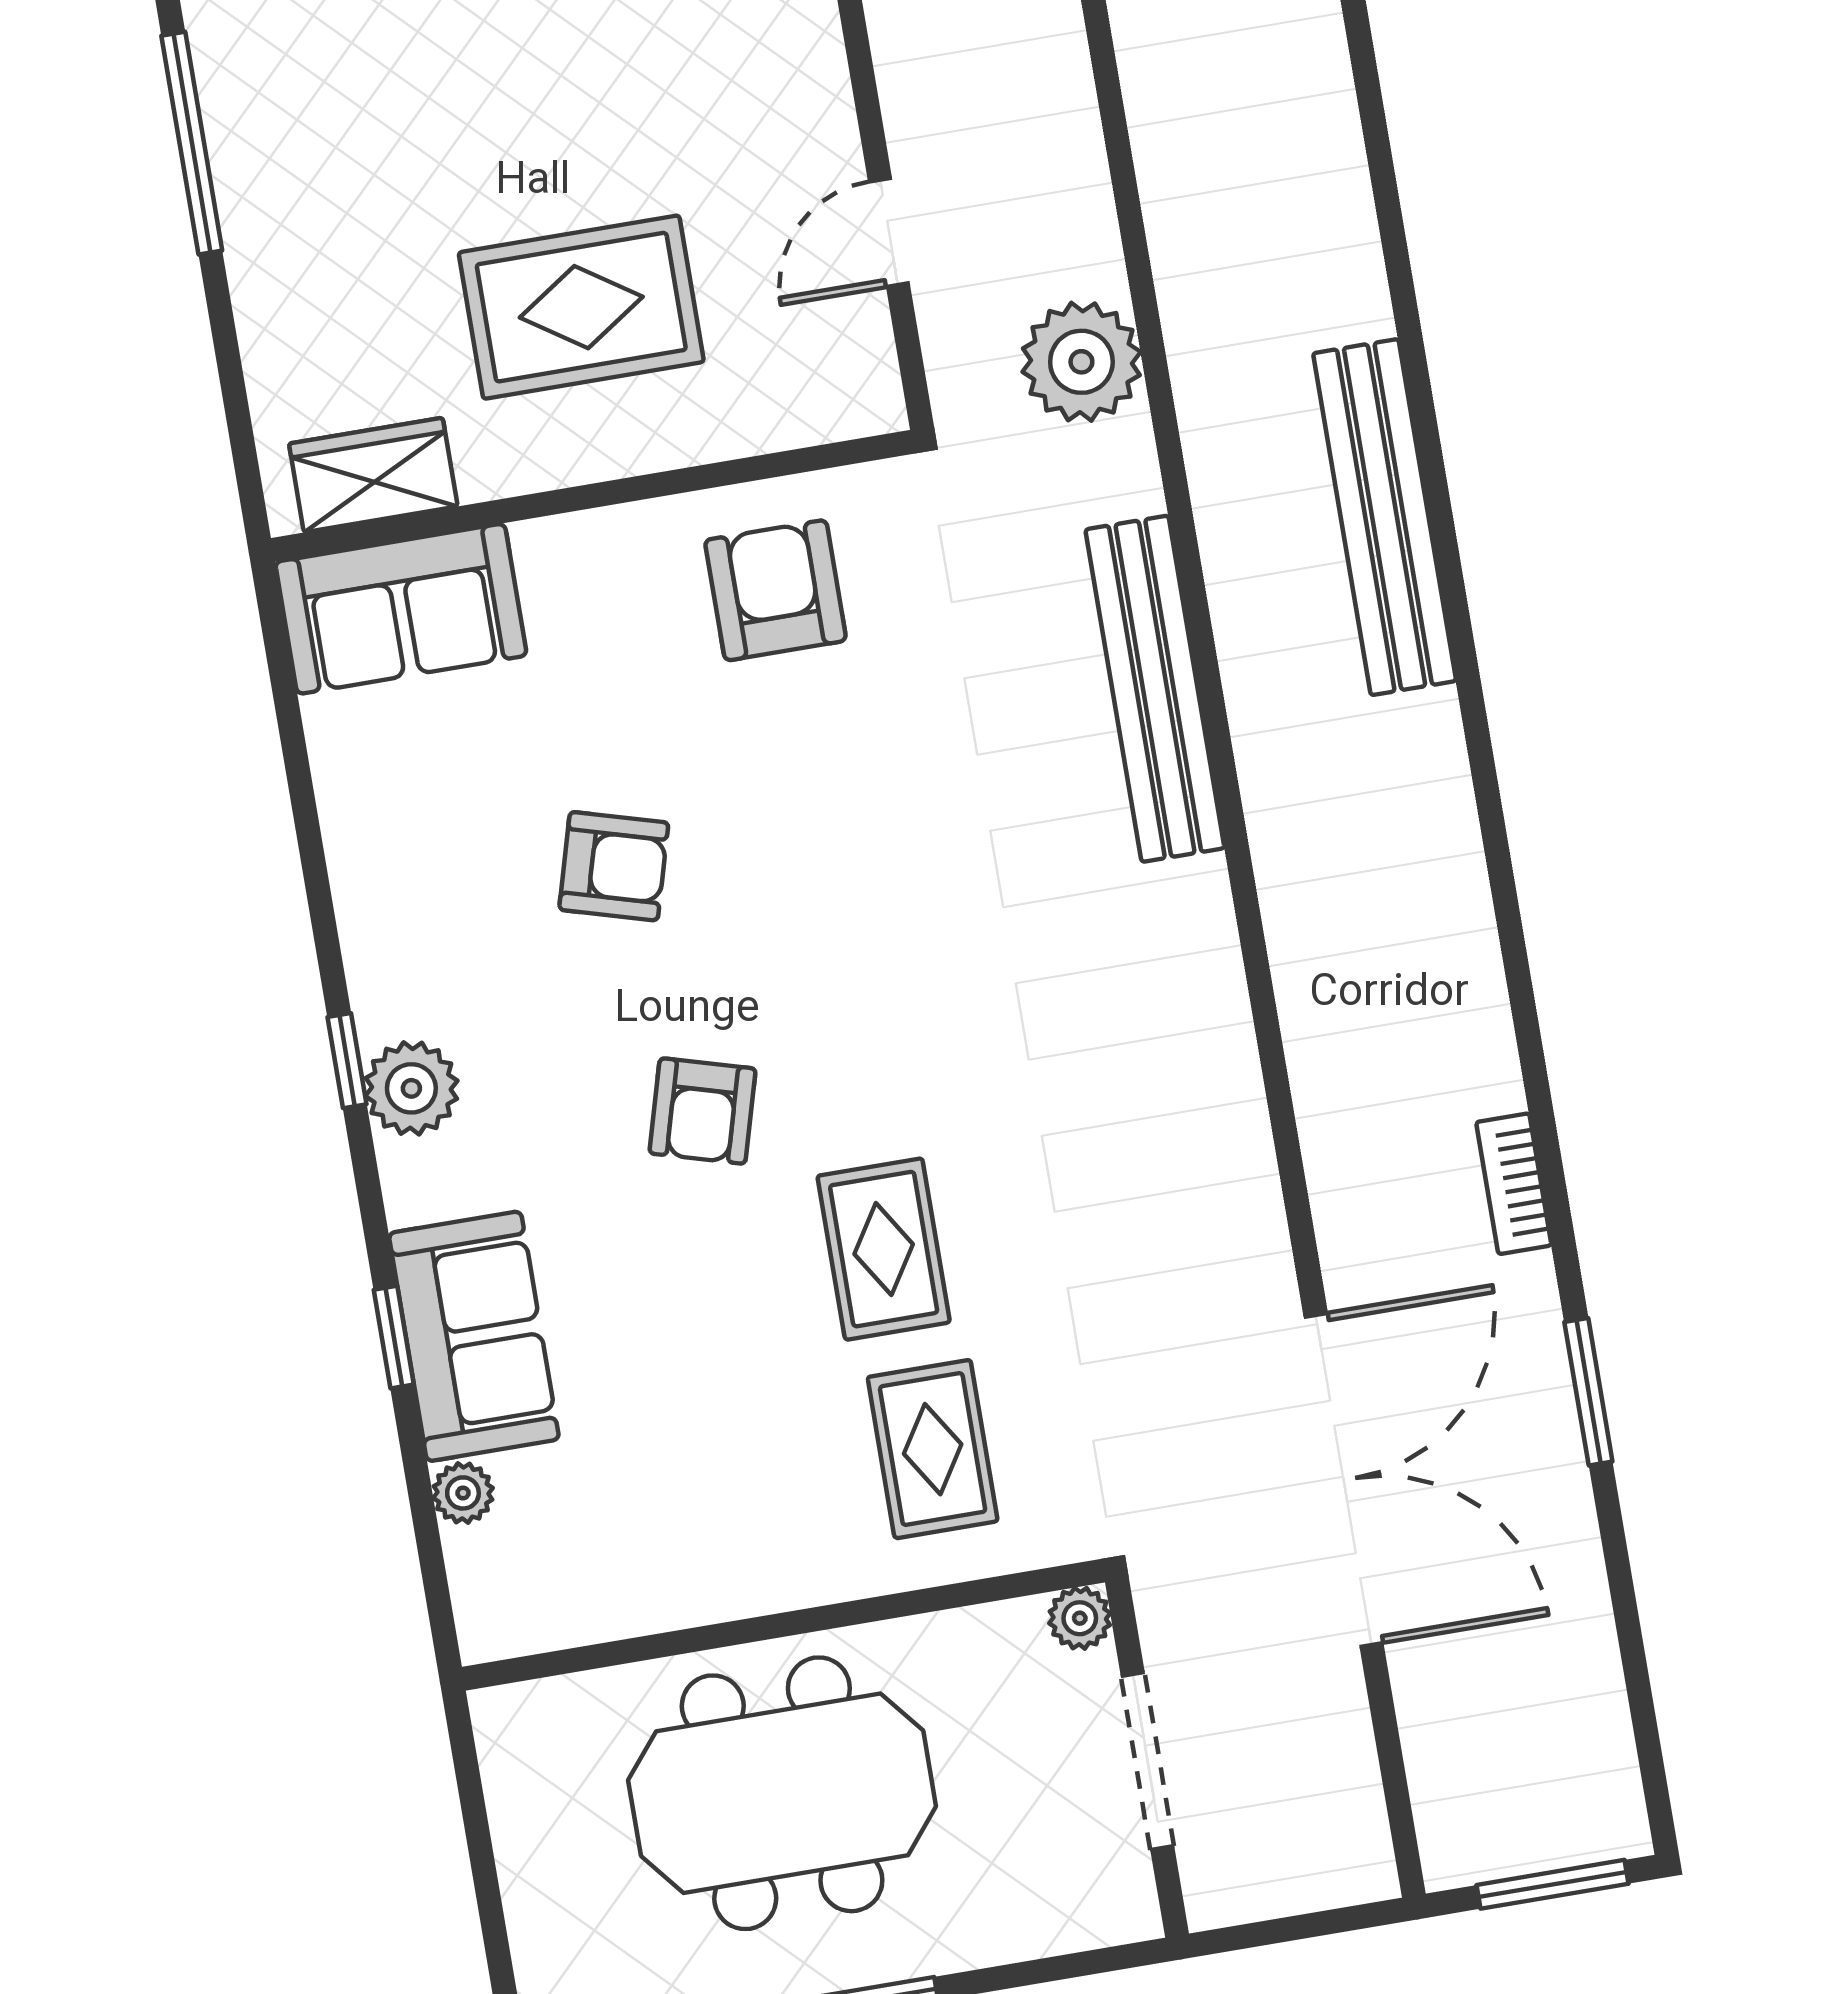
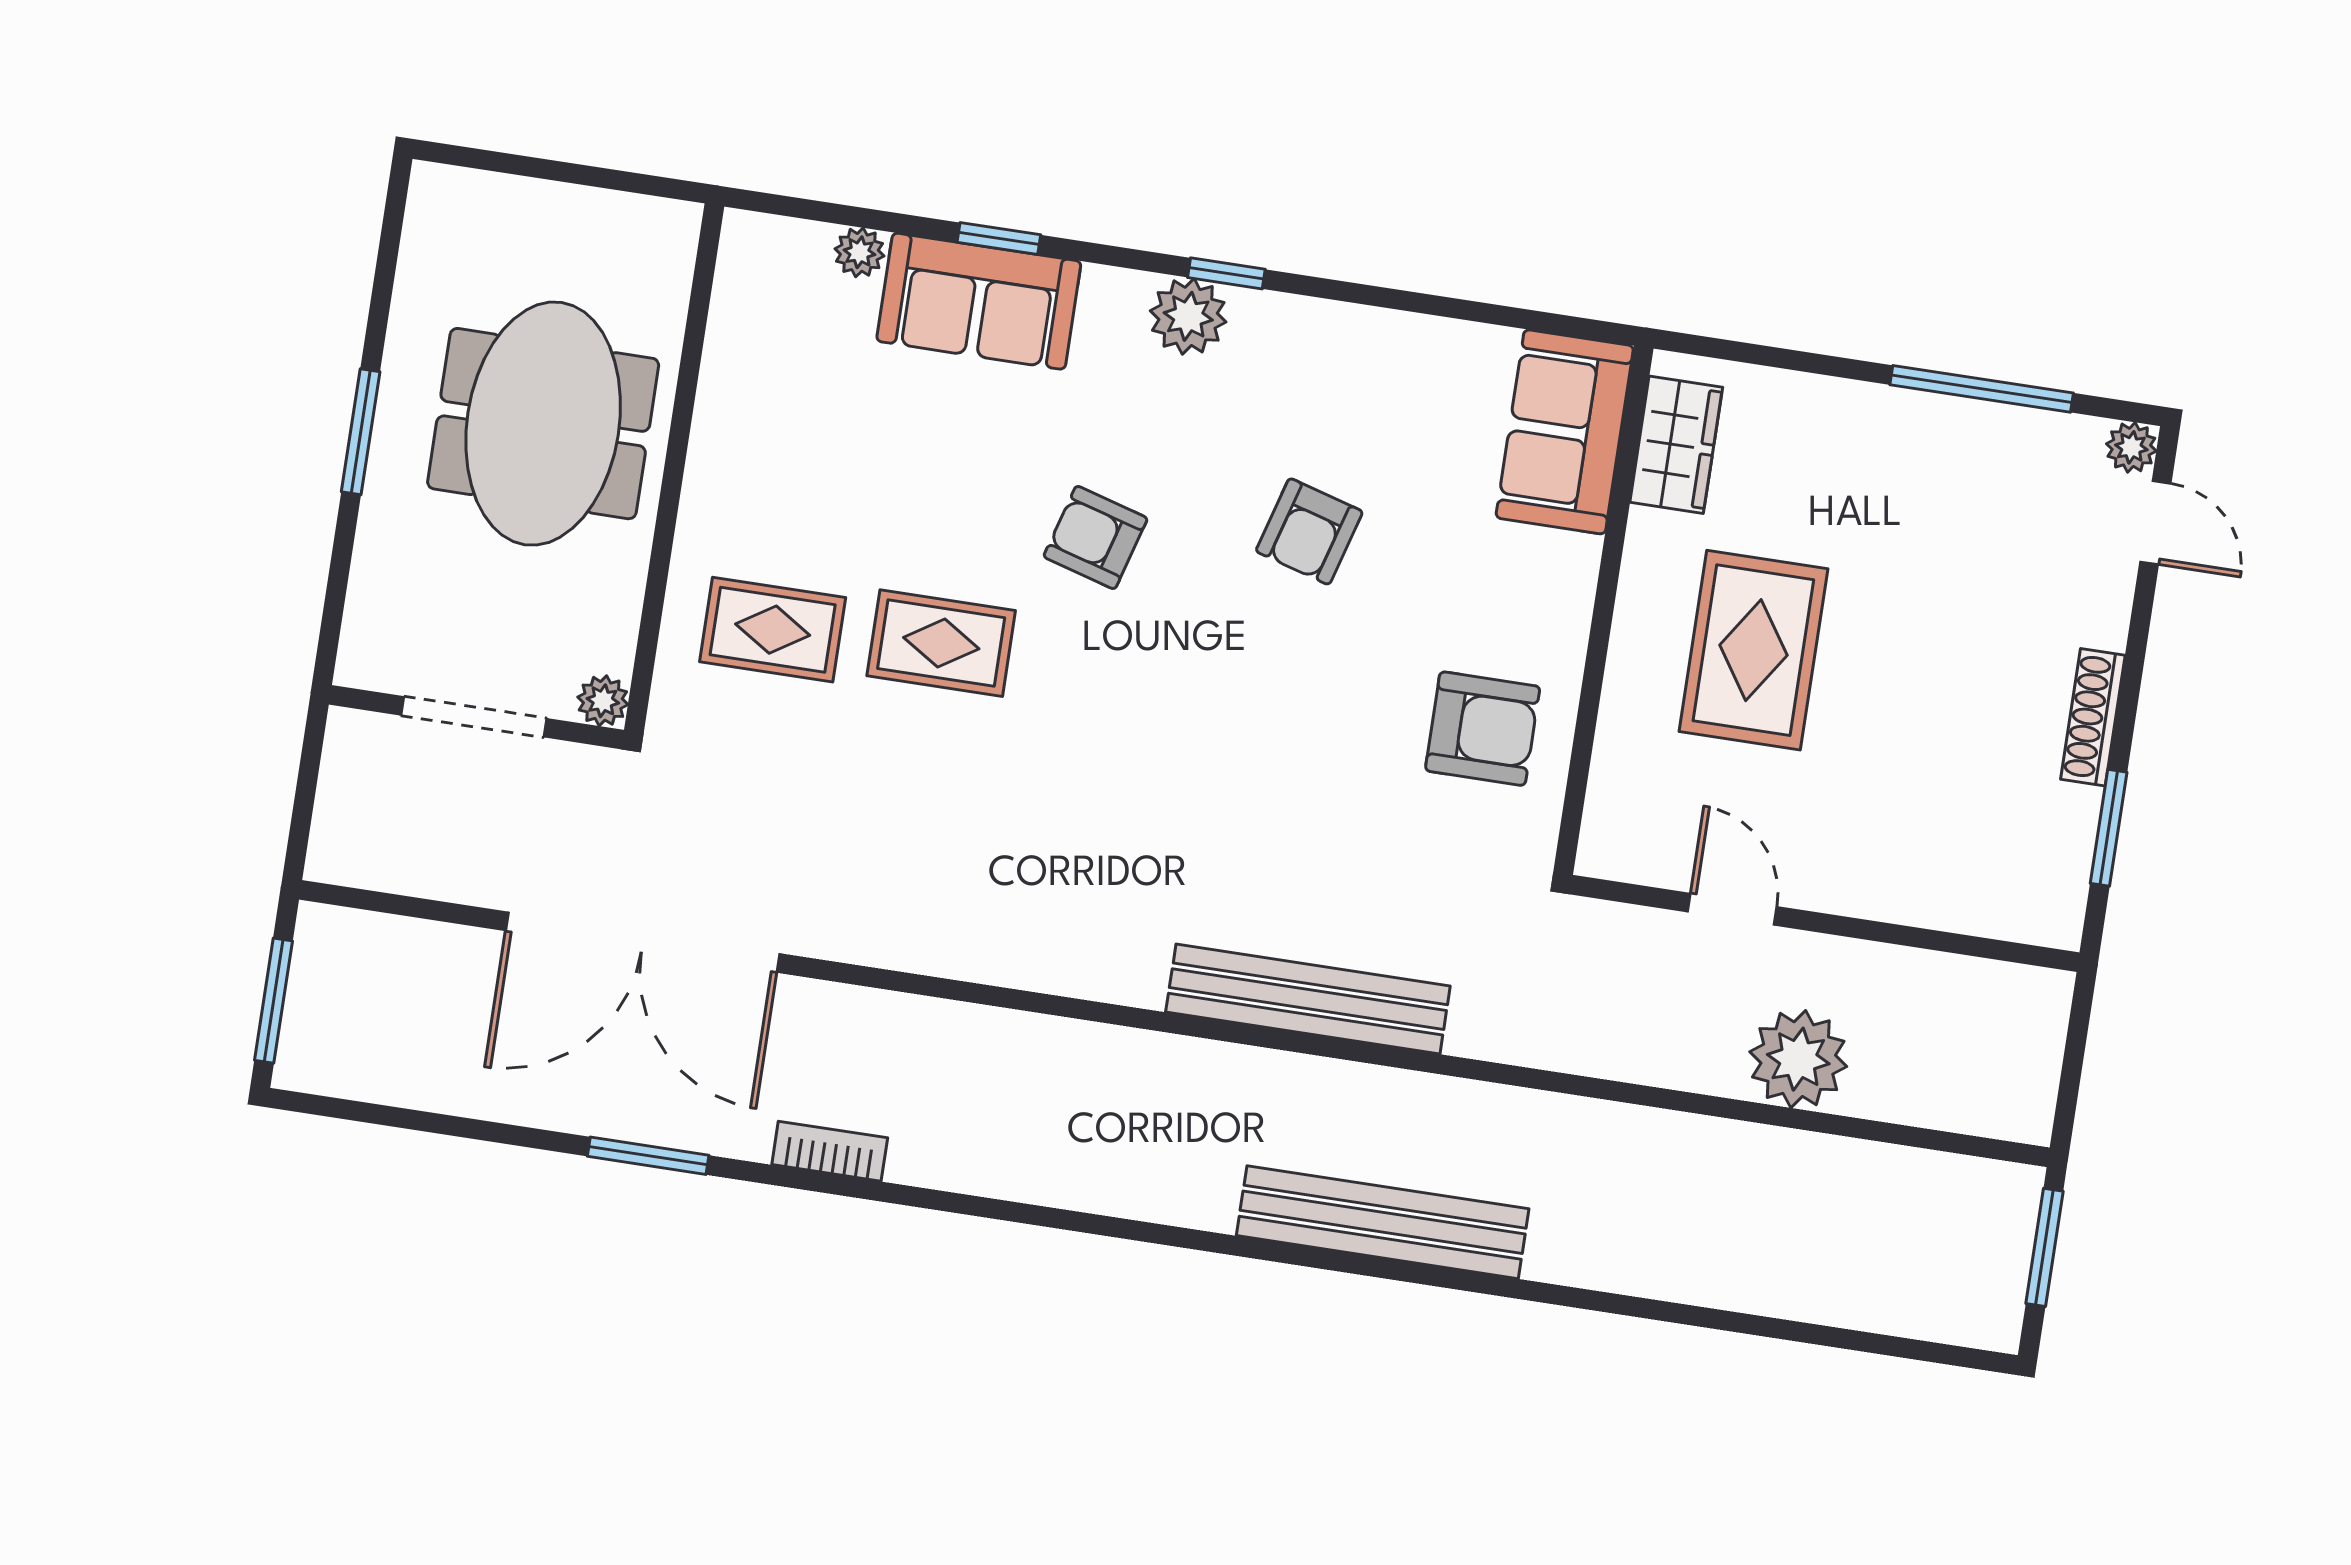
plant: (1081, 362) -> (1798, 1059), moved

